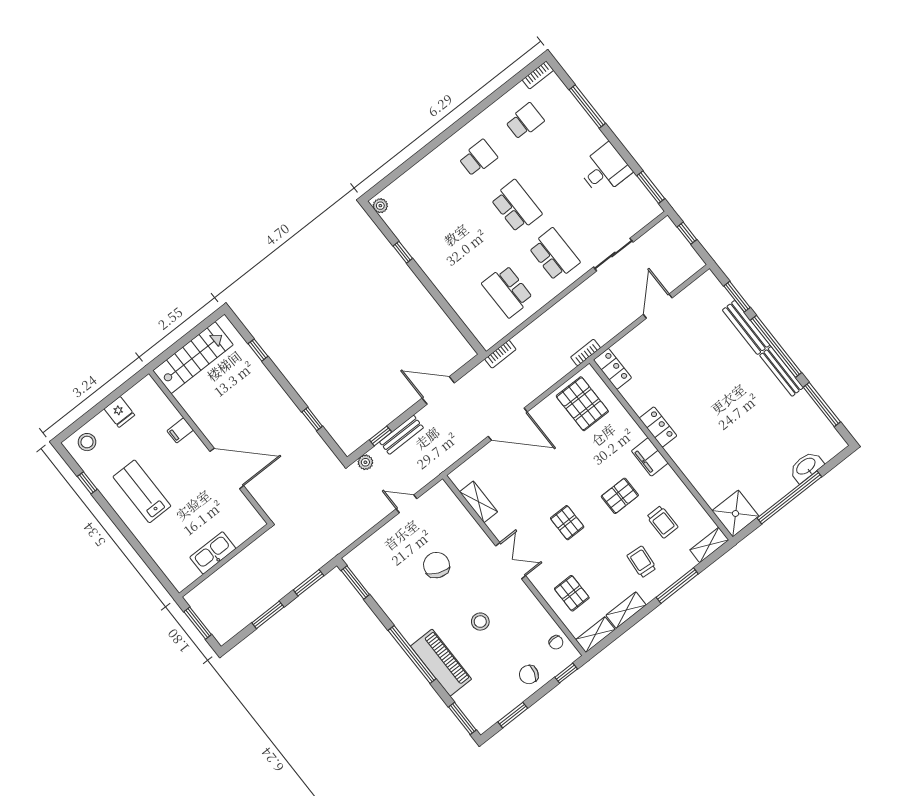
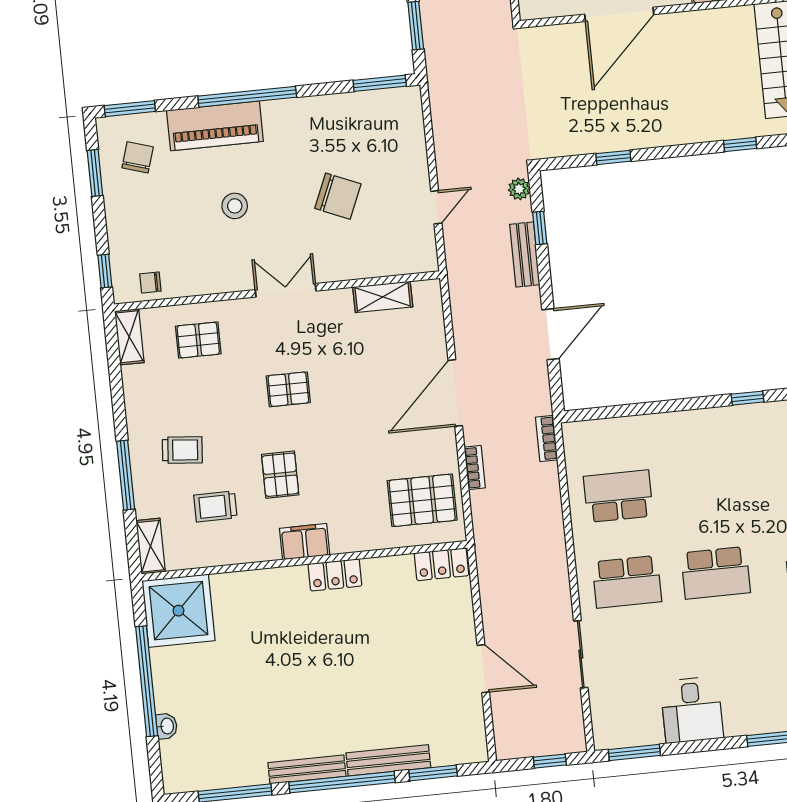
bookcase: (586, 353) -> (475, 468), moved
washbasin: (806, 467) -> (167, 726), width x0.52, depth x0.69
shower: (735, 513) -> (178, 611), width x1.37, depth x1.37
double door: (511, 561) -> (286, 290), swing flipped
shelving: (626, 610) -> (135, 393), removed
chair: (529, 675) -> (138, 157), moved

